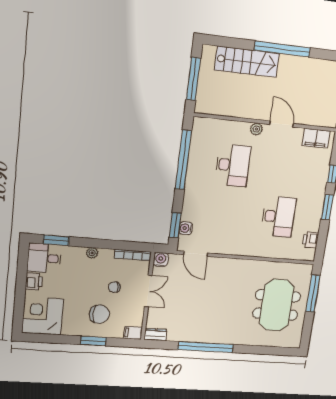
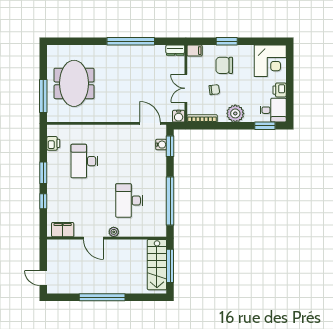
stairs: (247, 62) -> (157, 265), moved, turned -90
plant: (92, 253) -> (235, 113), width x1.88, depth x1.88

